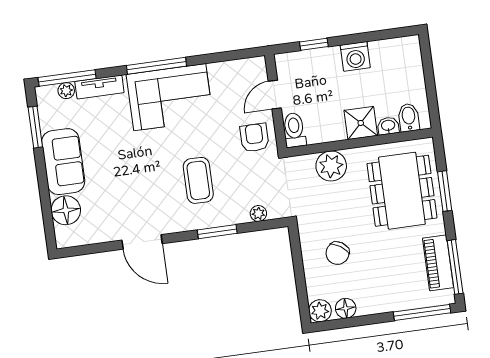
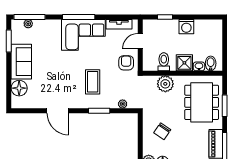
tv unit: (99, 87) -> (119, 24), moved
toilet: (294, 130) -> (164, 62), moved

